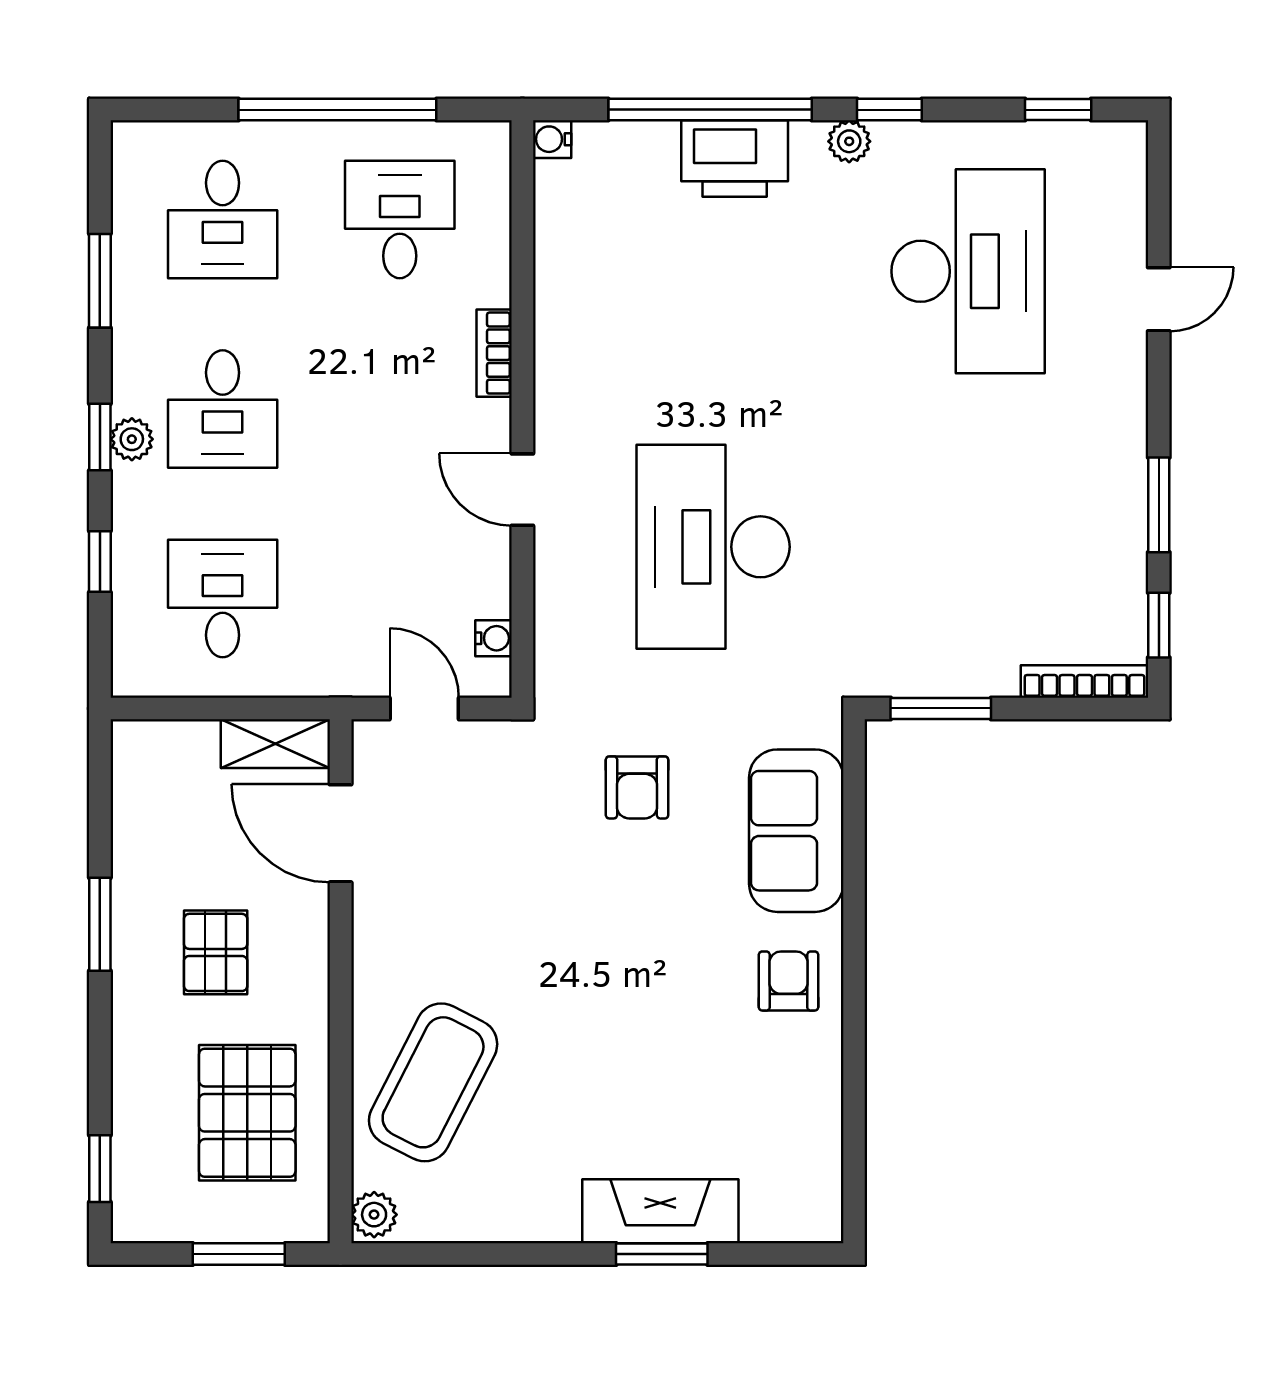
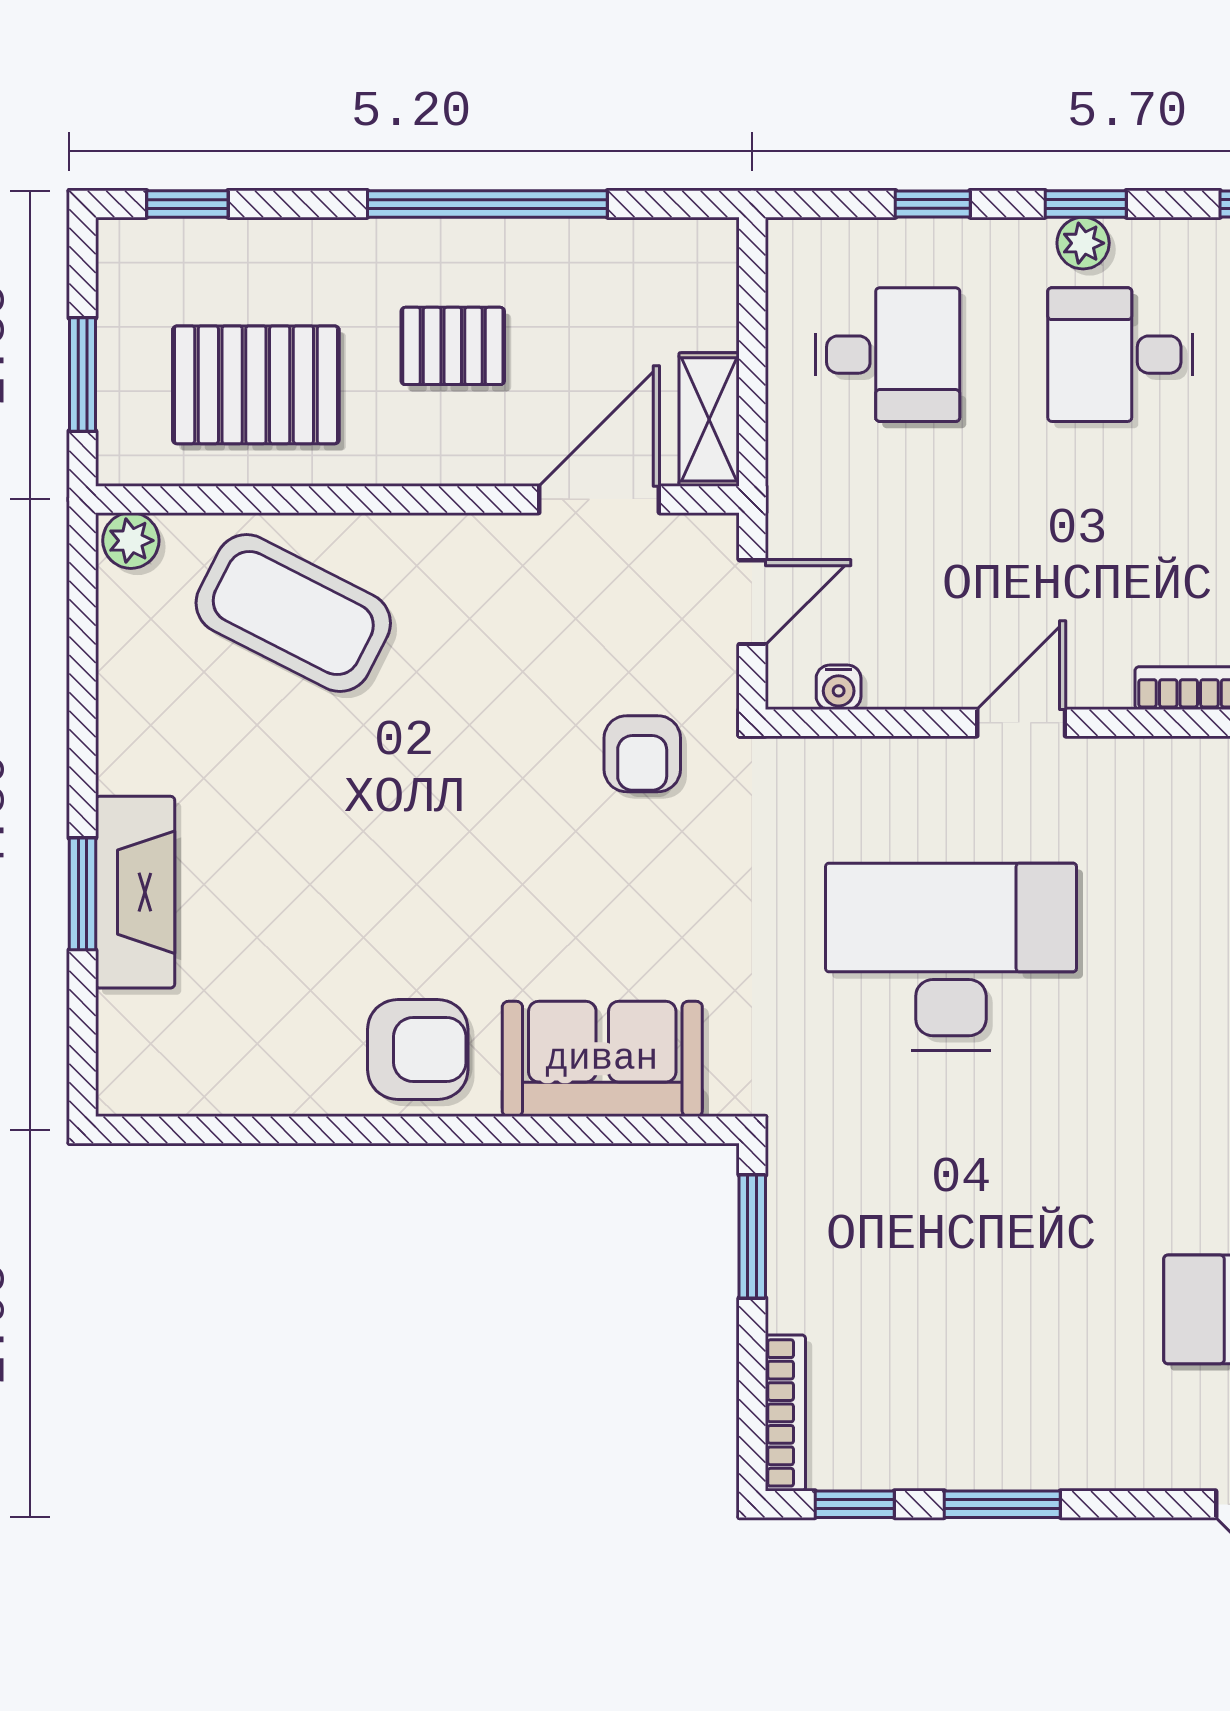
armchair: (637, 787) -> (642, 754), moved, turned -90
window: (100, 924) -> (487, 204), width x2.11
armchair: (789, 981) -> (418, 1050), width x1.38, depth x1.38

